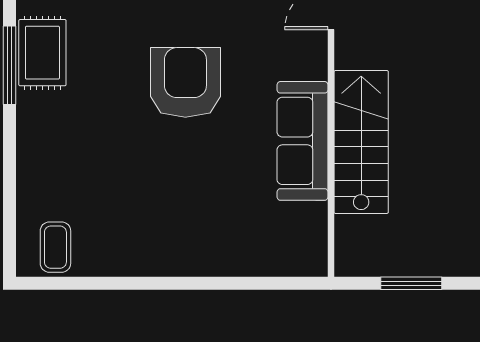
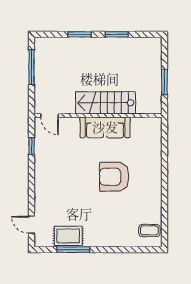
armchair: (185, 82) -> (114, 177), moved

